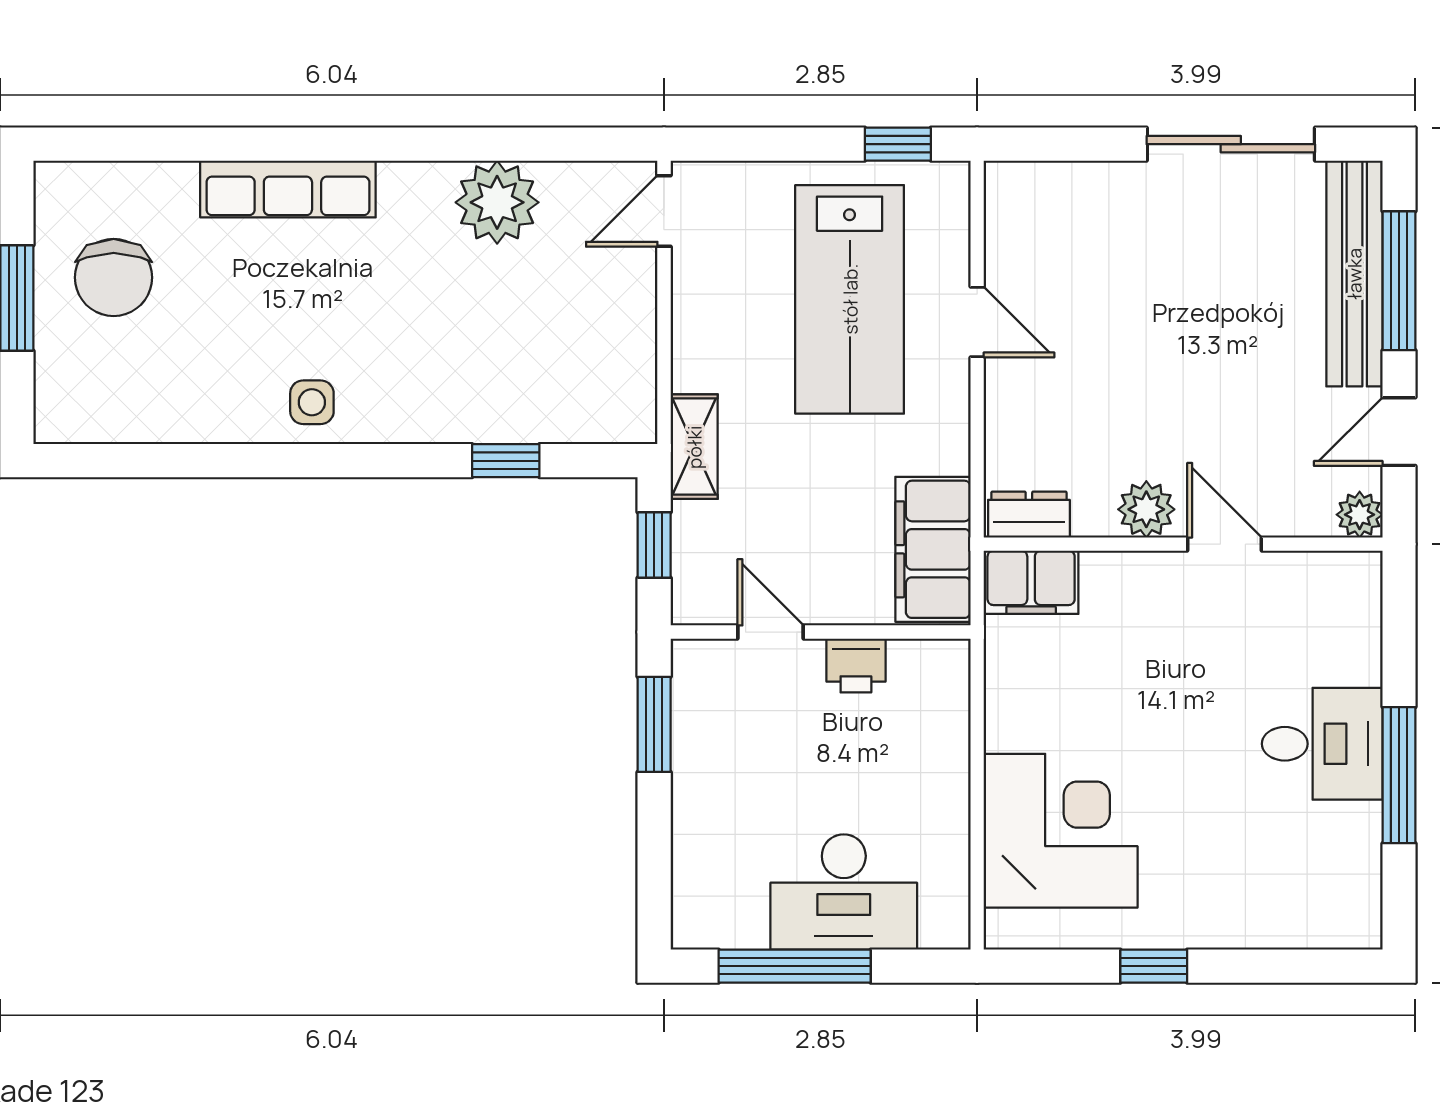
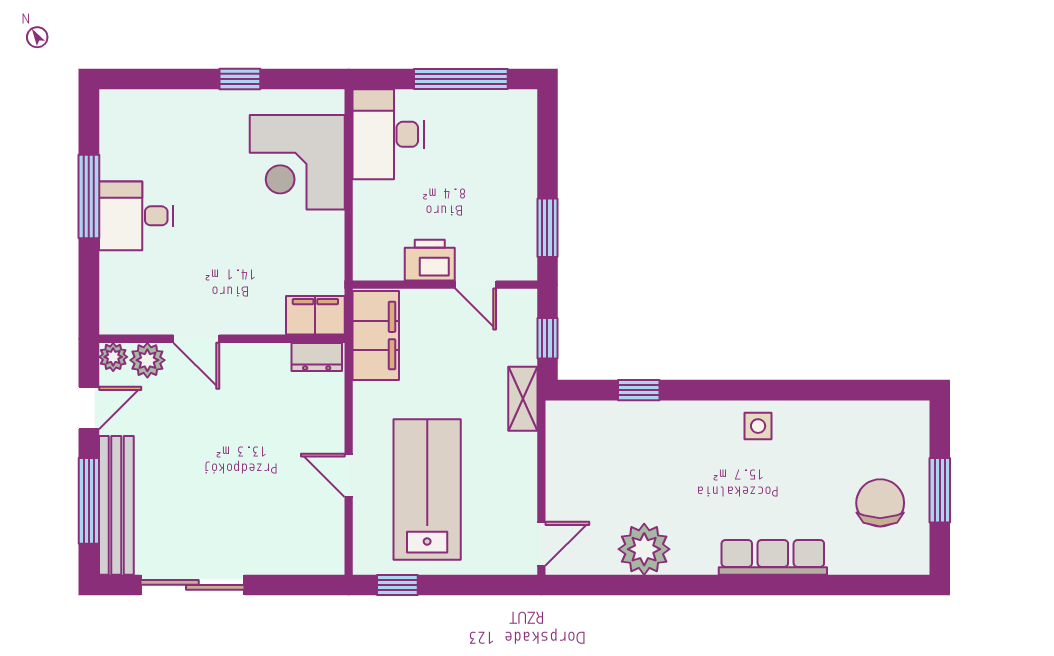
plant: (1146, 509) -> (147, 360), moved
printer: (856, 666) -> (430, 260), width x1.36, depth x1.24
desk: (844, 892) -> (388, 134), moved, turned -90

